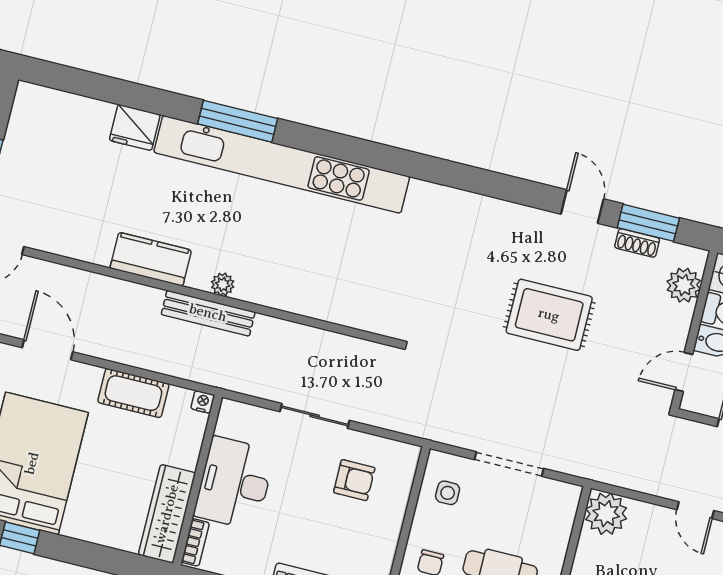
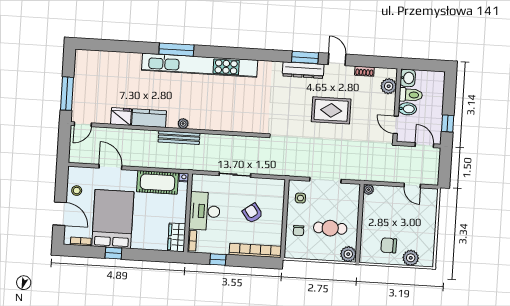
fridge: (135, 128) -> (121, 116), moved, turned 180
dresser: (504, 216) -> (303, 70), added
window: (648, 223) -> (305, 57), moved
door: (684, 372) -> (396, 125), hinge flipped
cot: (133, 393) -> (158, 182), width x1.37, depth x1.34
armchair: (354, 480) -> (252, 213), moved, turned -126
wardrobe: (167, 514) -> (177, 237), width x0.67
plant: (606, 514) -> (369, 190), width x0.53, depth x0.53

